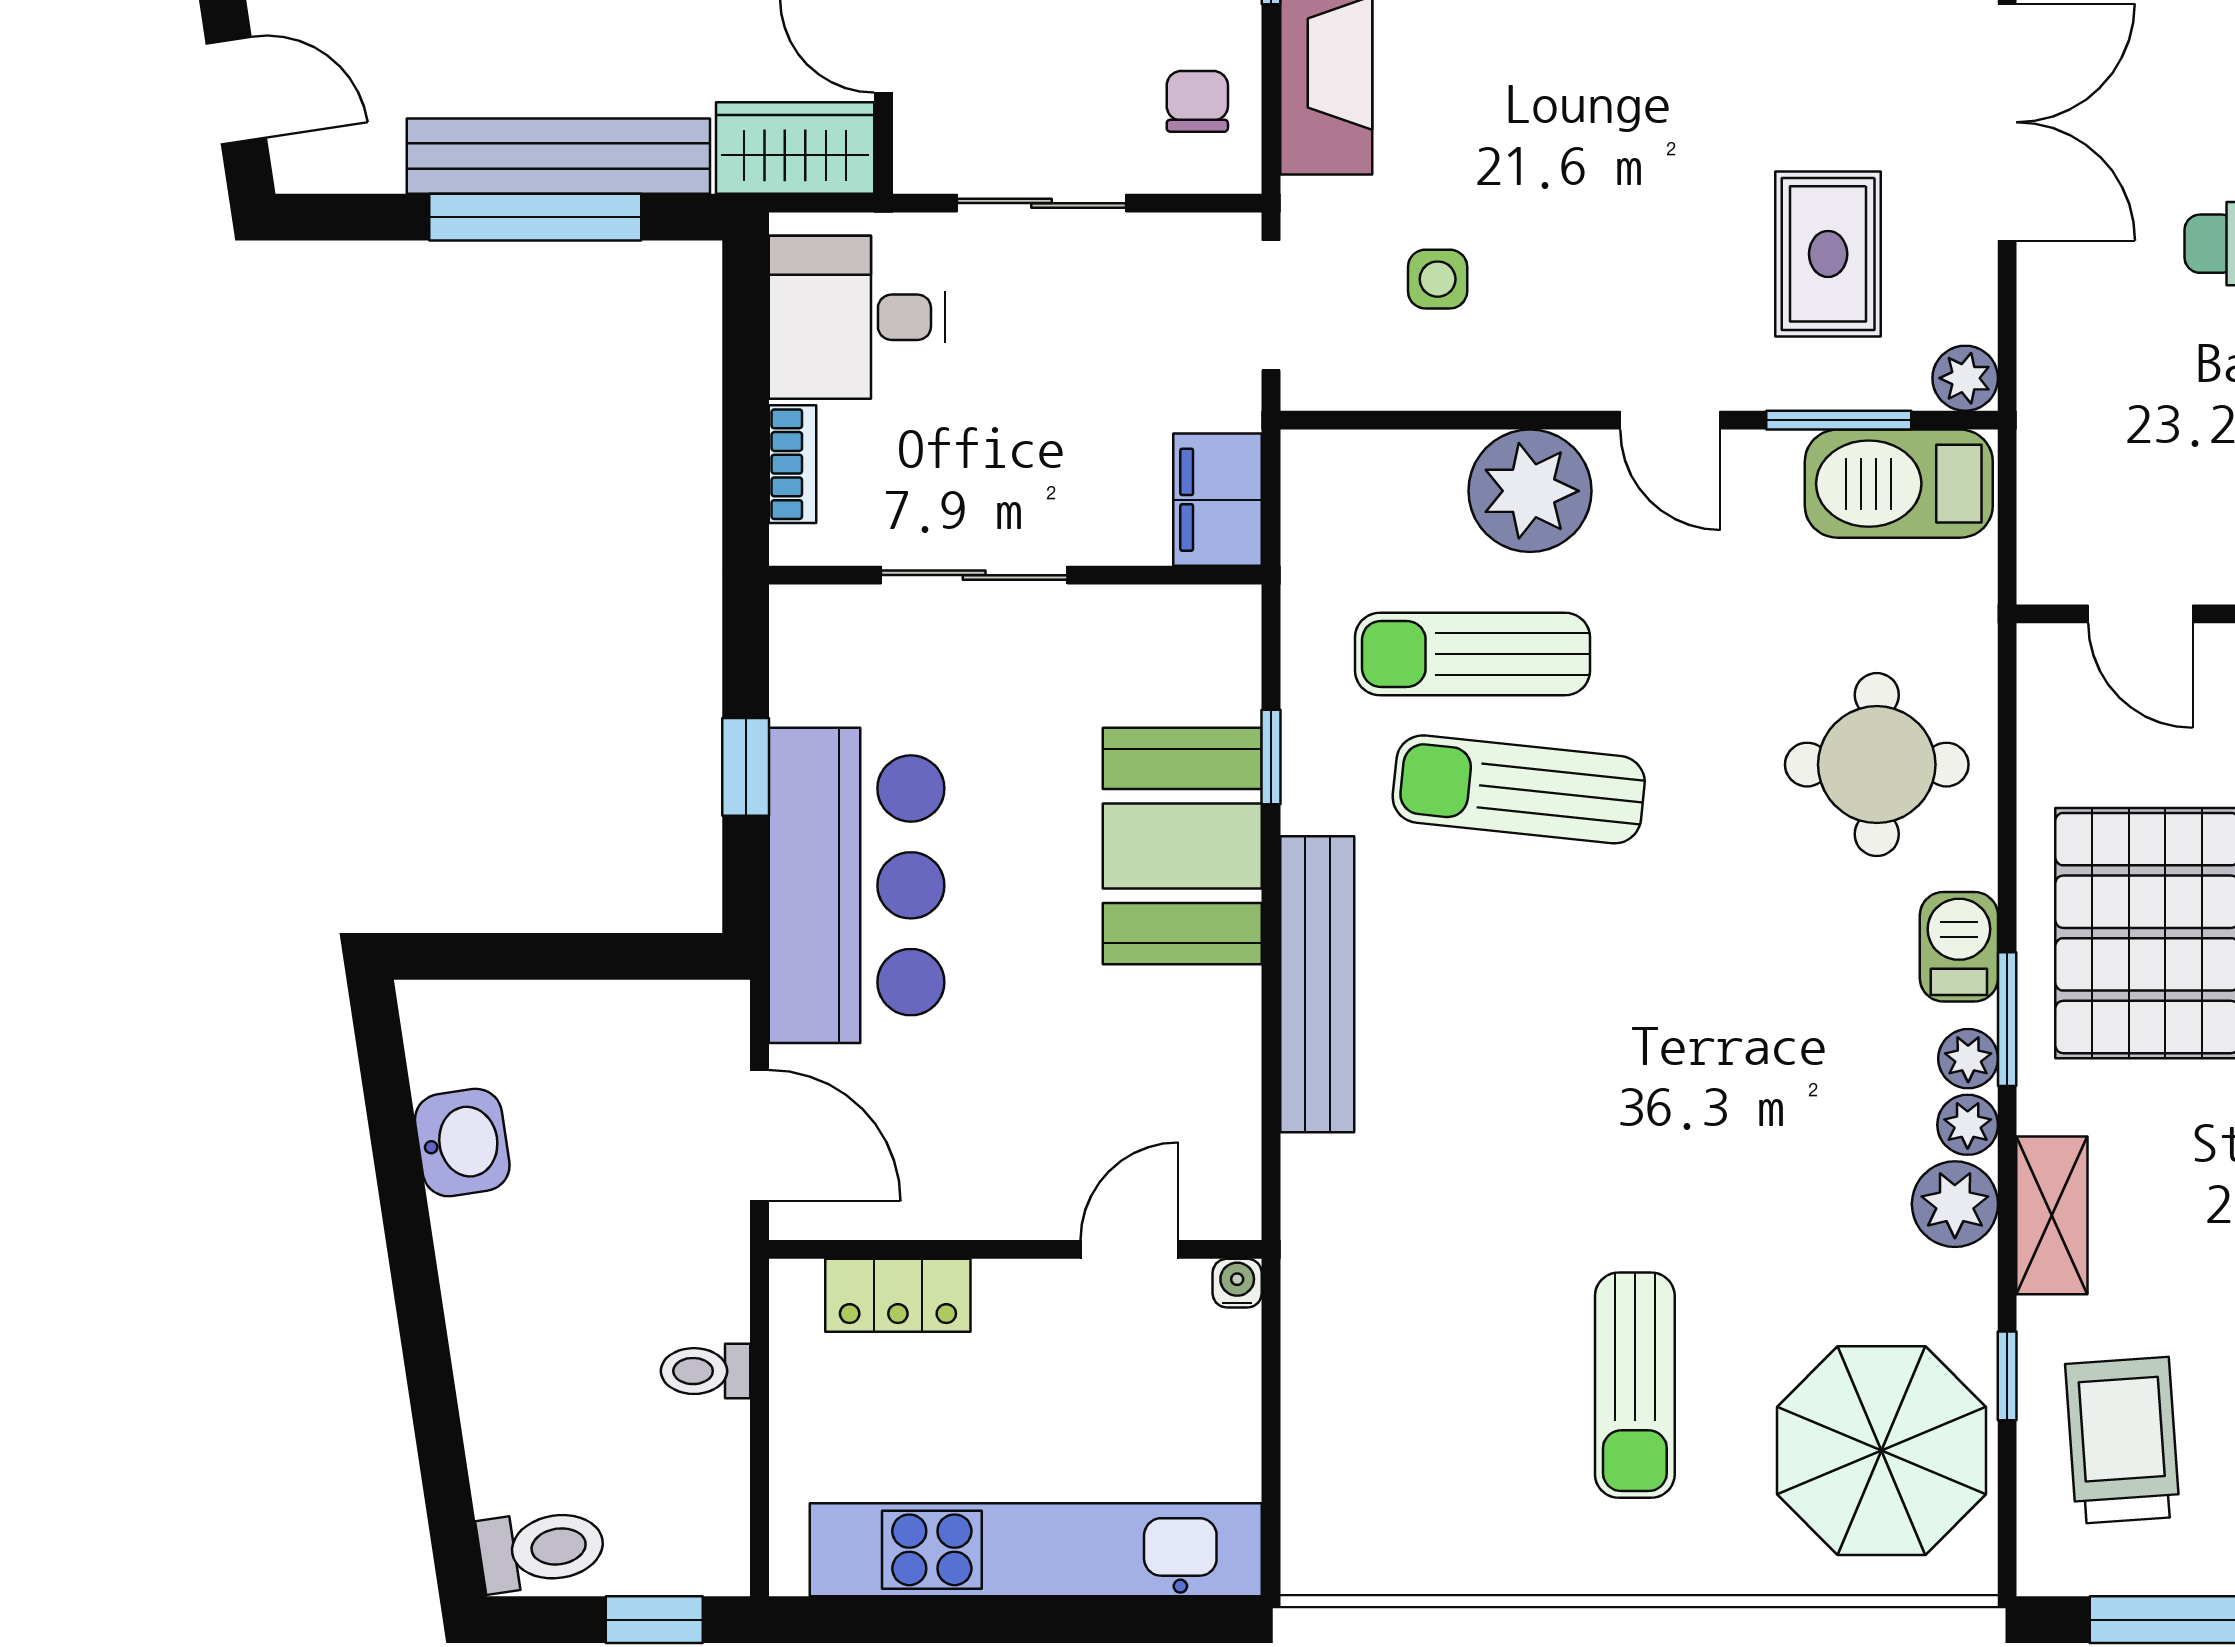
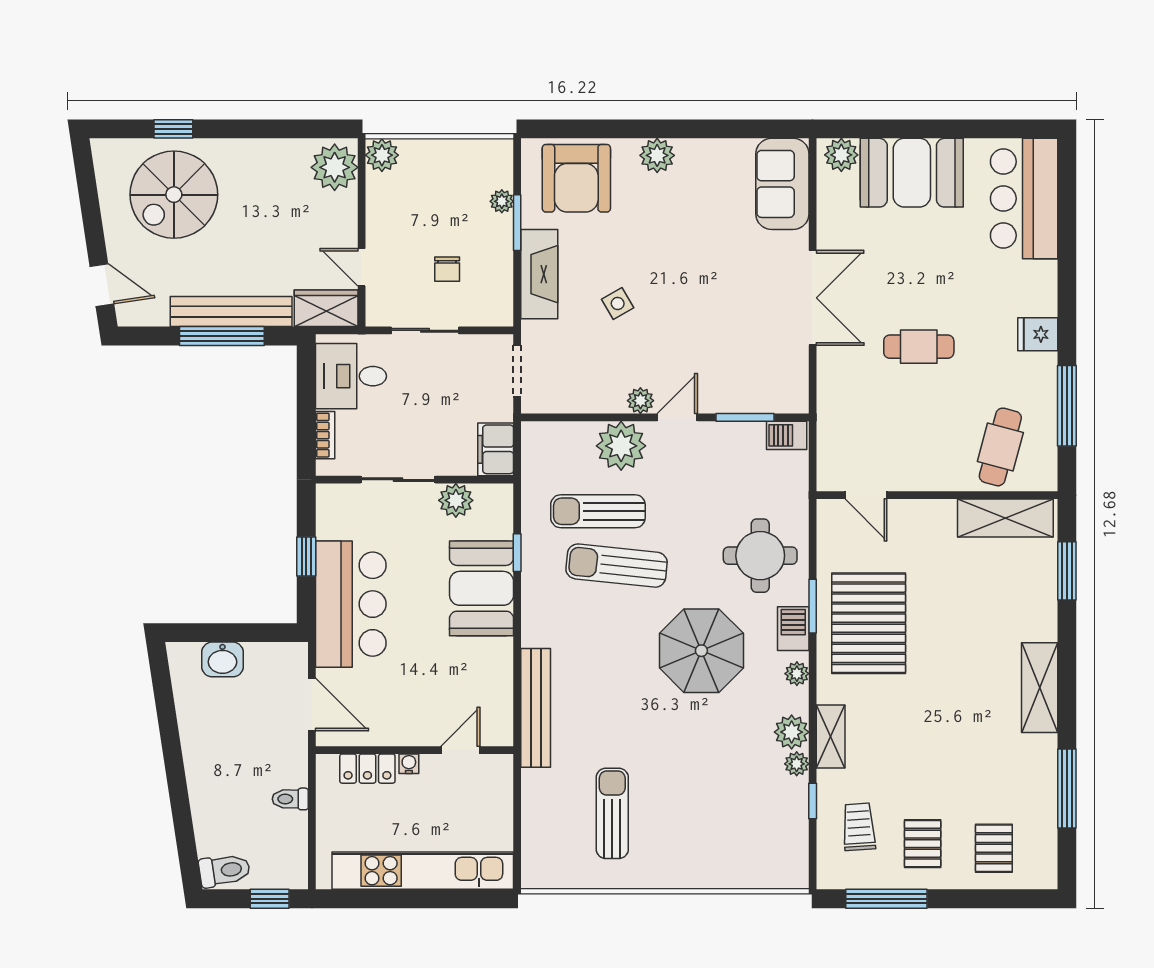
chair: (1197, 101) -> (447, 269), moved, turned 180
rug: (1828, 254) -> (741, 351), removed
side table: (1438, 279) -> (618, 303), moved, turned -30
plant: (1965, 378) -> (640, 401), moved
door: (1670, 420) -> (677, 417), swing flipped
barbecue: (1899, 484) -> (787, 435), width x0.53, depth x0.65
plant: (1118, 627) -> (456, 500), added
bench: (1317, 984) -> (536, 708), moved
window: (2007, 1019) -> (813, 606), moved
plant: (1968, 1125) -> (797, 764), moved
washbasin: (462, 1143) -> (222, 659), moved, turned 99
water cooler: (1237, 1283) -> (409, 764), moved
sun lounger: (1635, 1385) -> (612, 813), moved, turned 180
trolley: (2123, 1440) -> (859, 827), width x0.73, depth x0.72
parasol: (1881, 1451) -> (701, 651), moved

